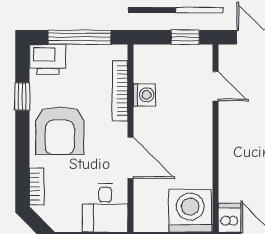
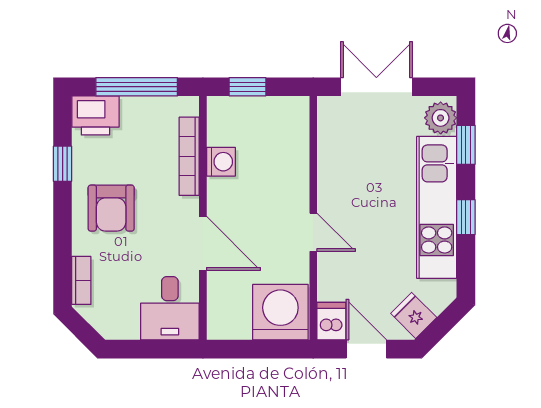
window: (185, 37) -> (248, 87), moved
door: (216, 86) -> (313, 232), moved
armchair: (60, 131) -> (111, 208), width x0.73, depth x0.73

